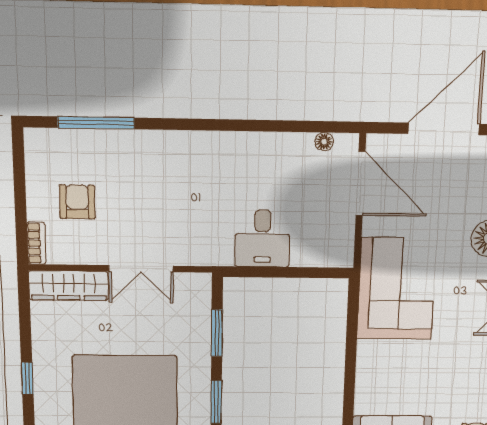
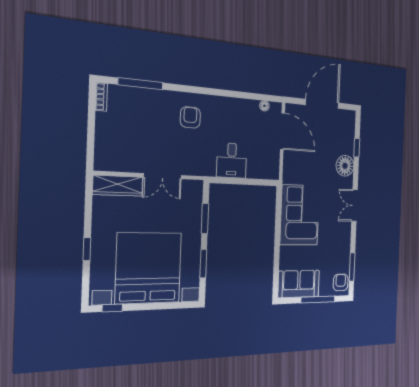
armchair: (77, 202) -> (190, 117), moved
bookcase: (36, 243) -> (101, 97), moved
corner sofa: (396, 289) -> (300, 215), moved

